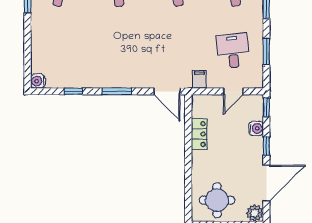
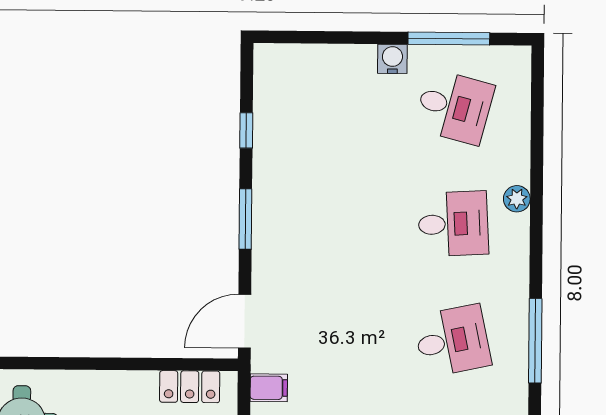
water cooler: (38, 81) -> (392, 59), moved
locker: (199, 134) -> (190, 387), moved

